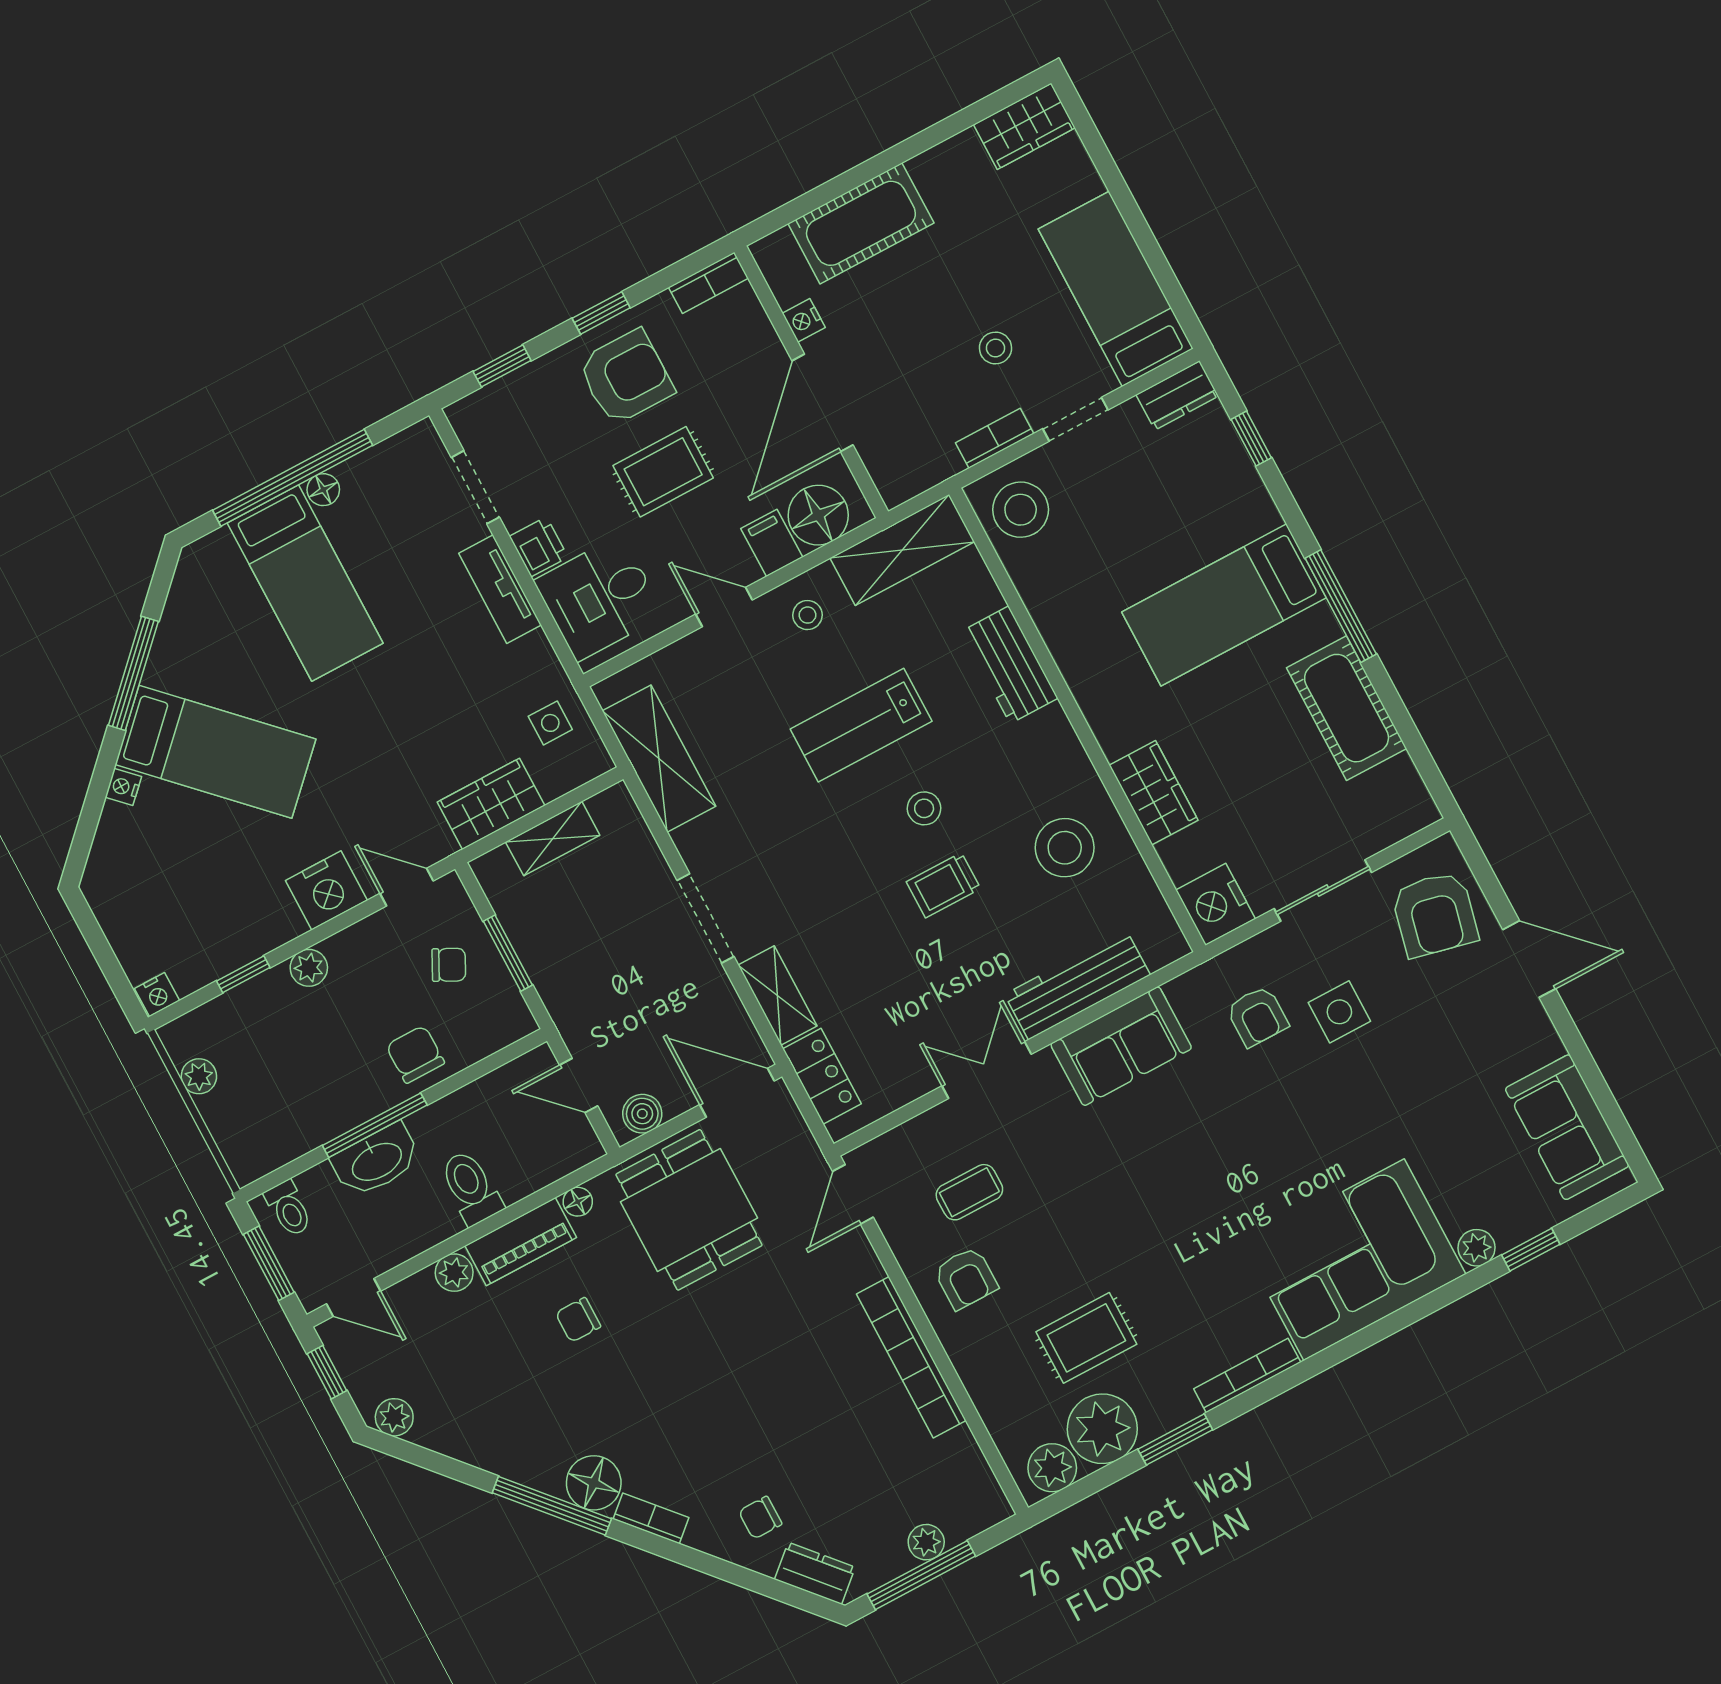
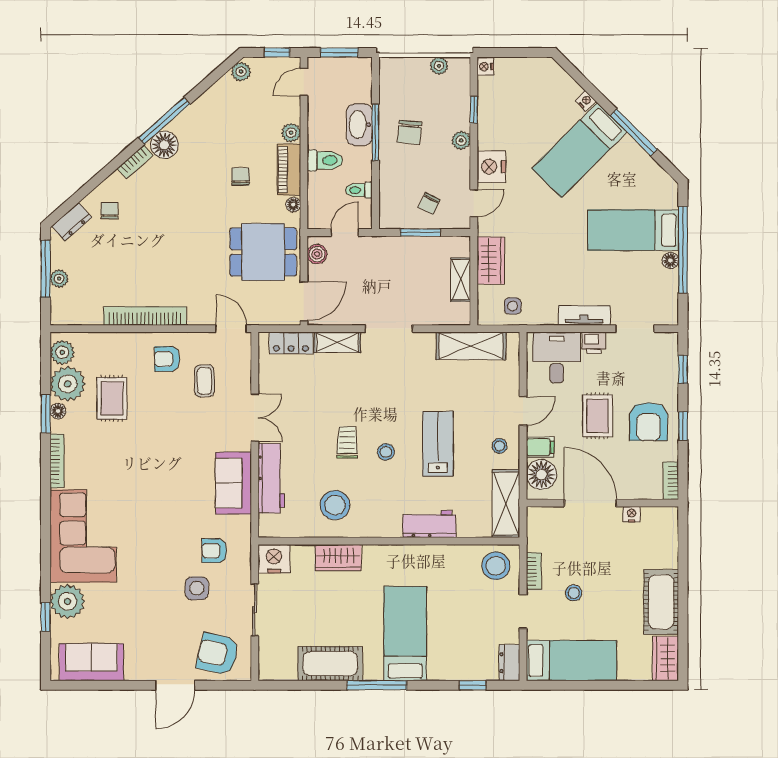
cot: (861, 223) -> (661, 602), moved
chair: (415, 1054) -> (410, 132), moved, turned 95
toilet: (289, 1209) -> (359, 190), moved
plant: (1477, 1248) -> (67, 601), width x1.88, depth x1.88
floor lamp: (1159, 1420) -> (58, 411), added

